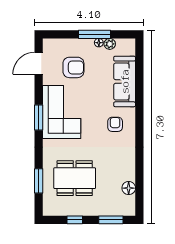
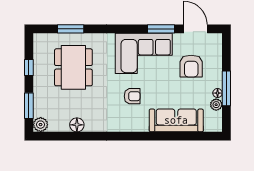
window: (39, 118) -> (161, 29), moved
armchair: (115, 124) -> (132, 96), moved
floor lamp: (129, 188) -> (77, 125), moved
plant: (128, 209) -> (41, 125), added

